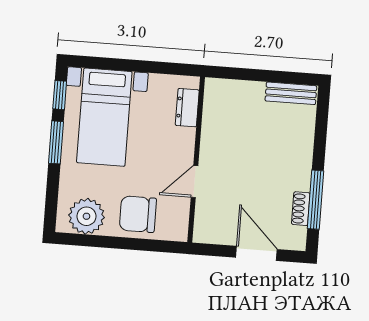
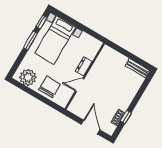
dresser: (187, 108) -> (84, 66), moved
window: (316, 200) -> (126, 117), width x0.46
chair: (138, 214) -> (50, 87), turned 90

